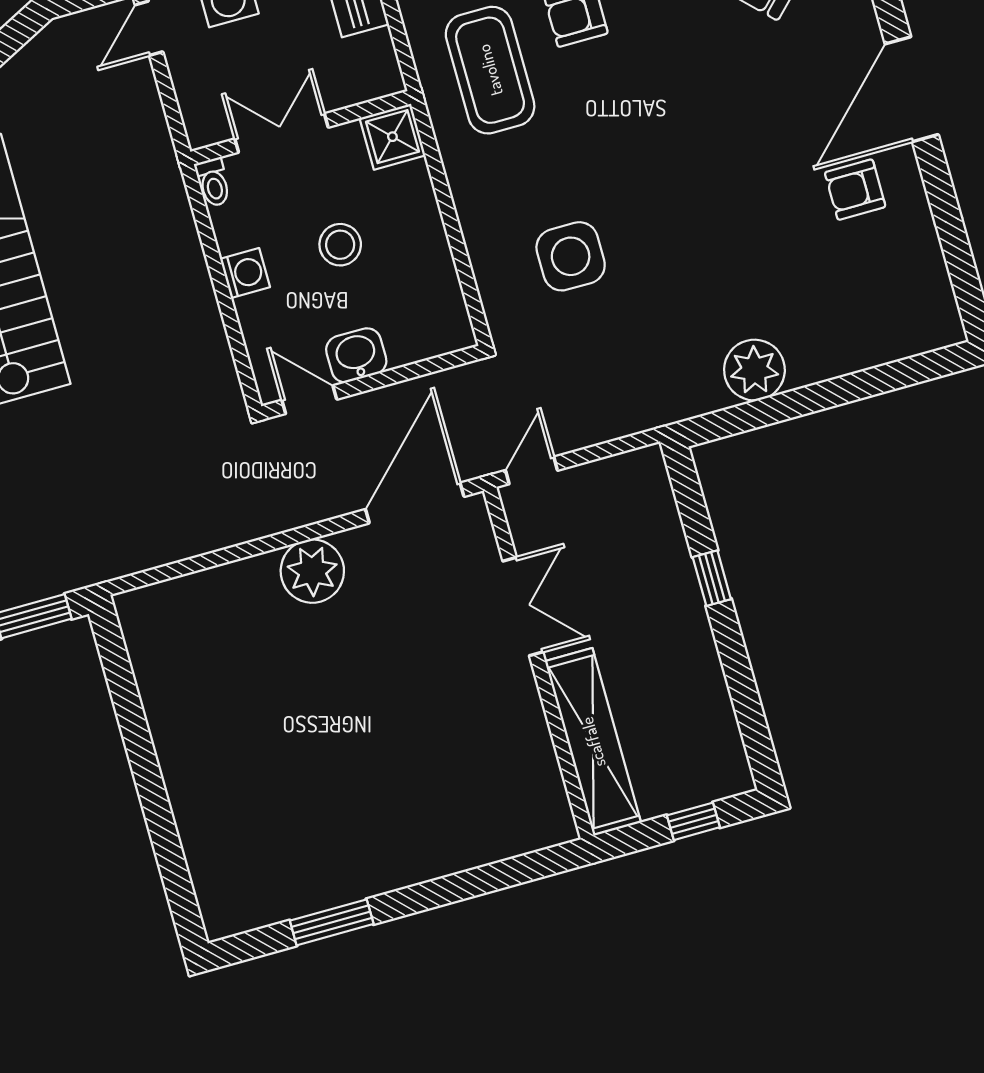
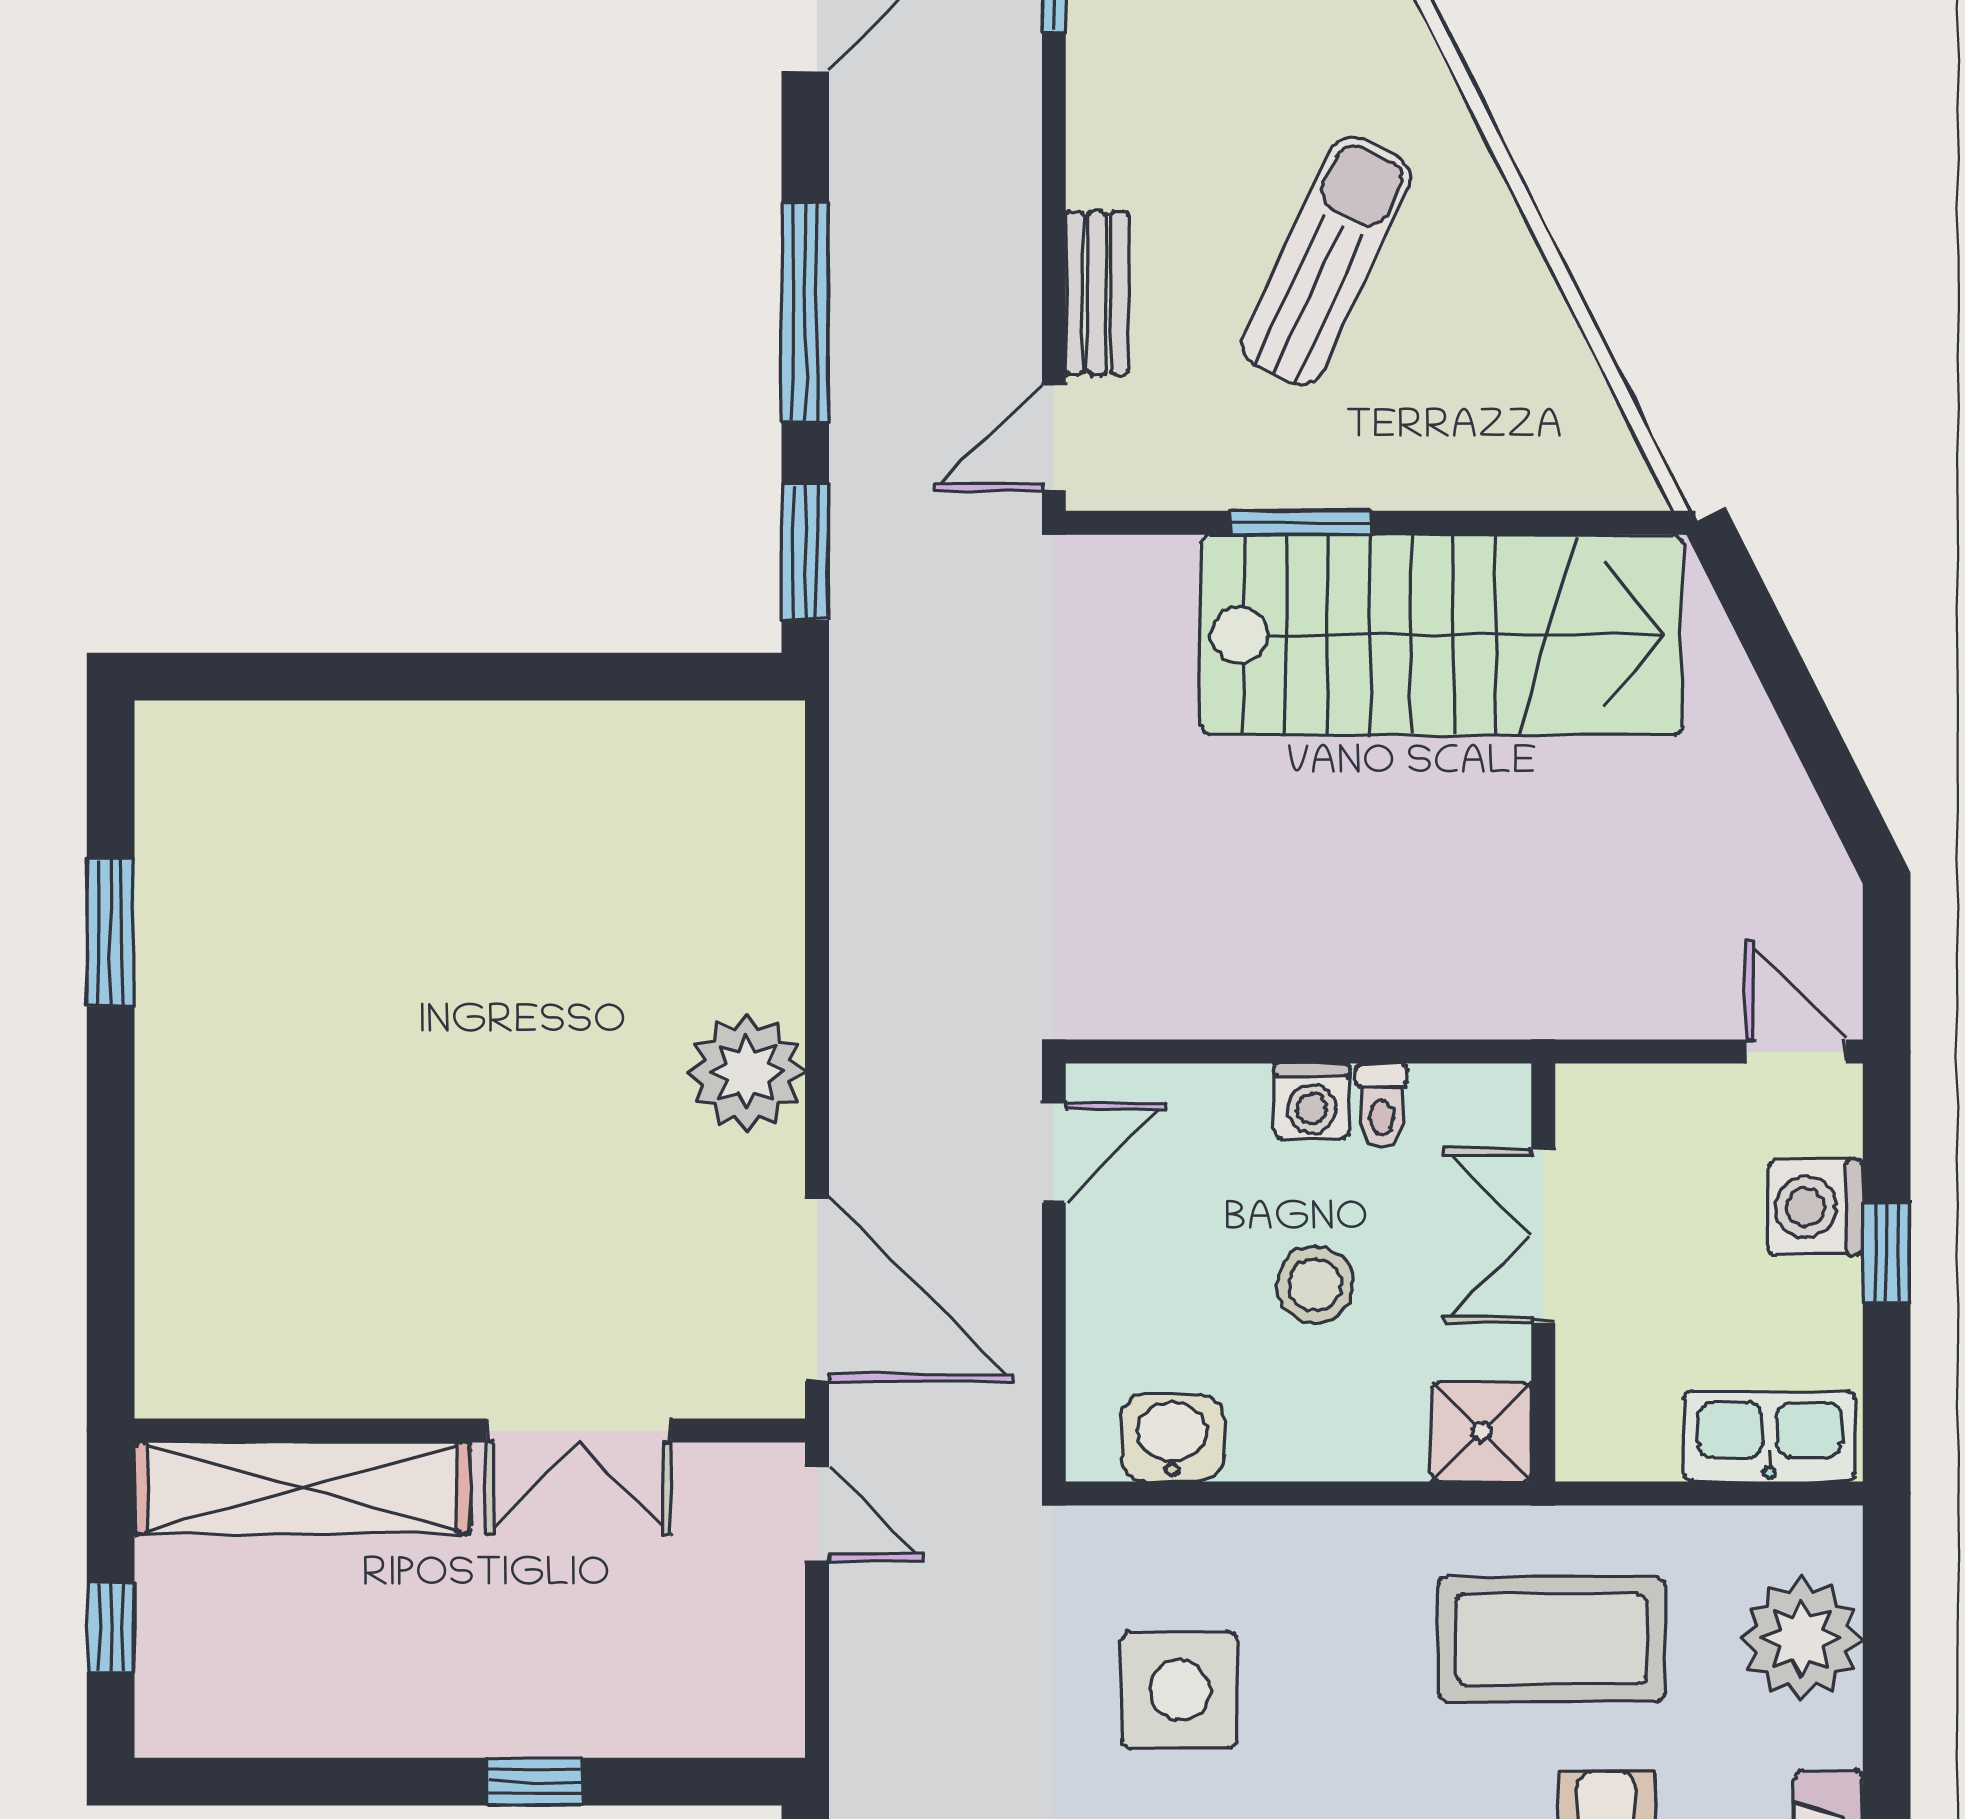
double door: (281, 133) -> (1543, 1236), swing flipped
toilet: (213, 182) -> (1382, 1106), moved, turned -90
washbasin: (356, 355) -> (1172, 1438), moved, turned -90

